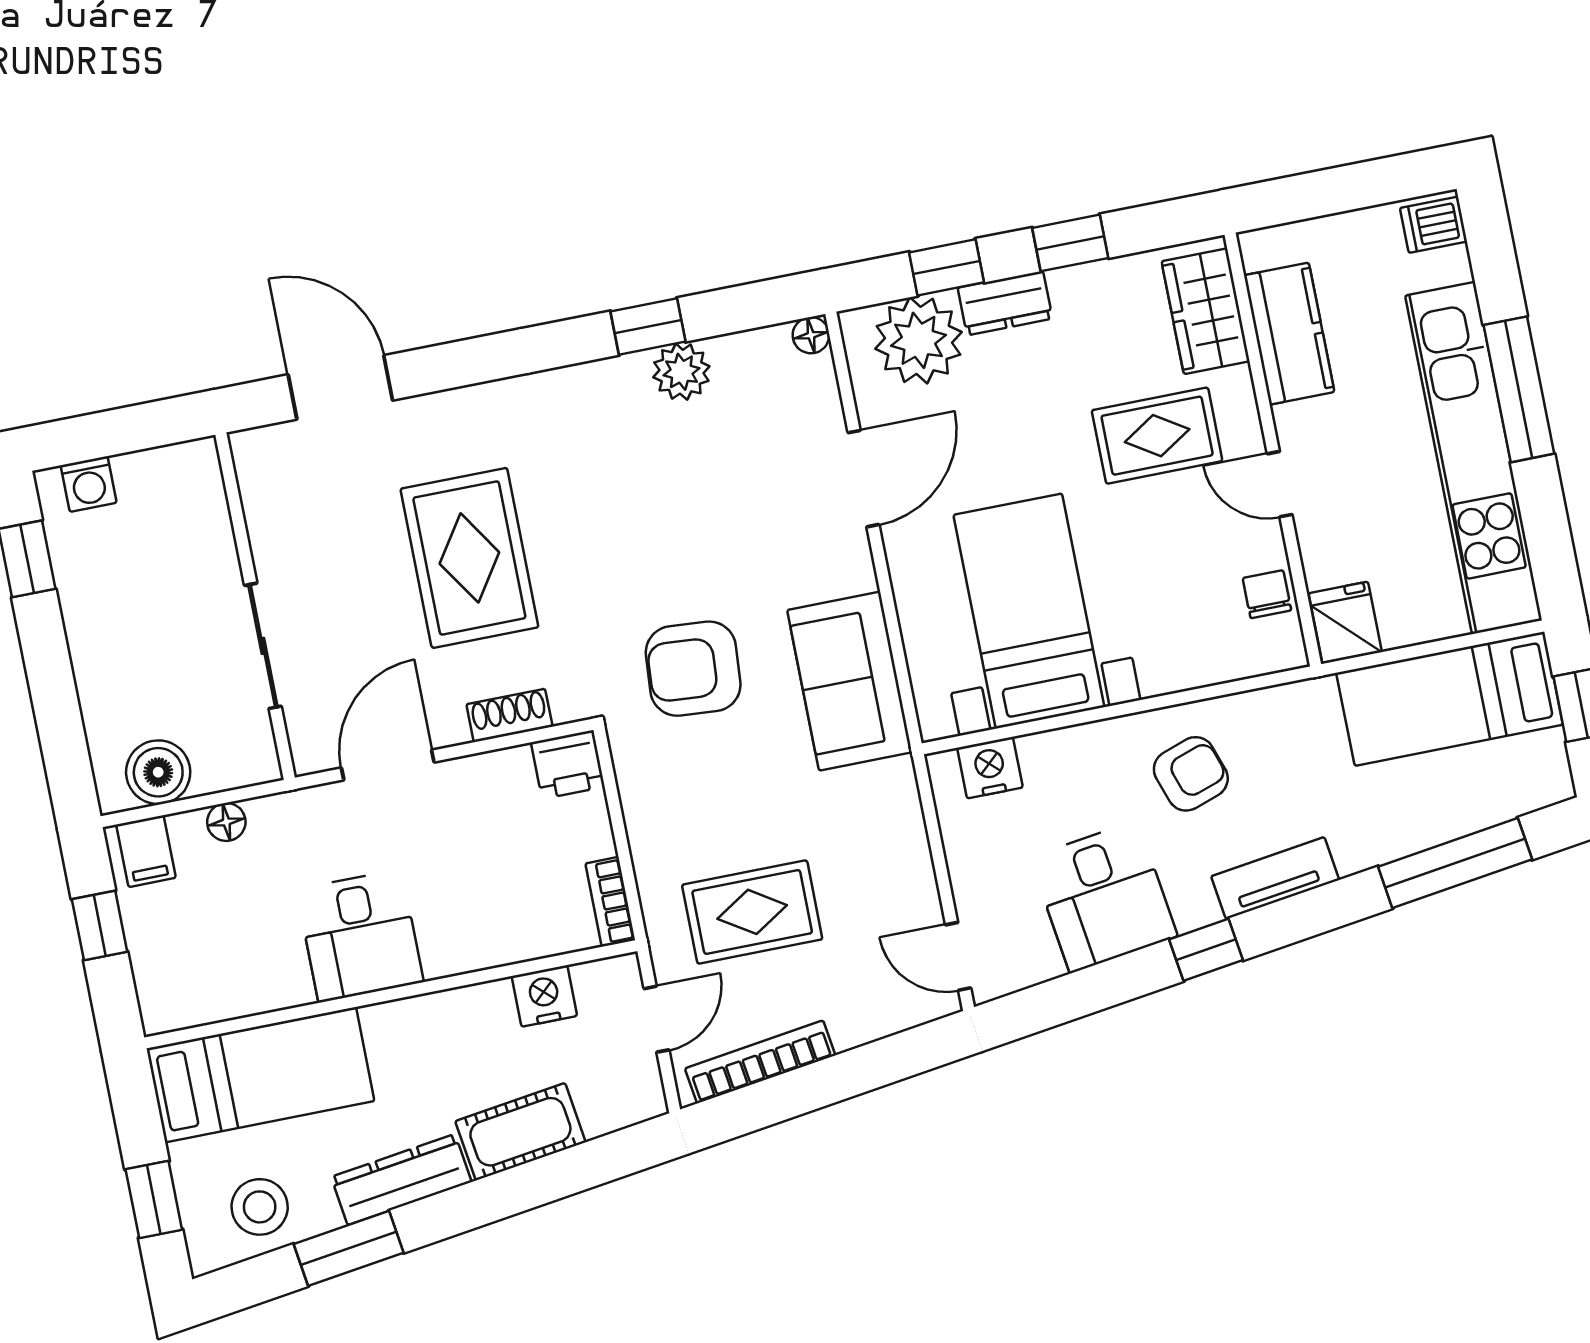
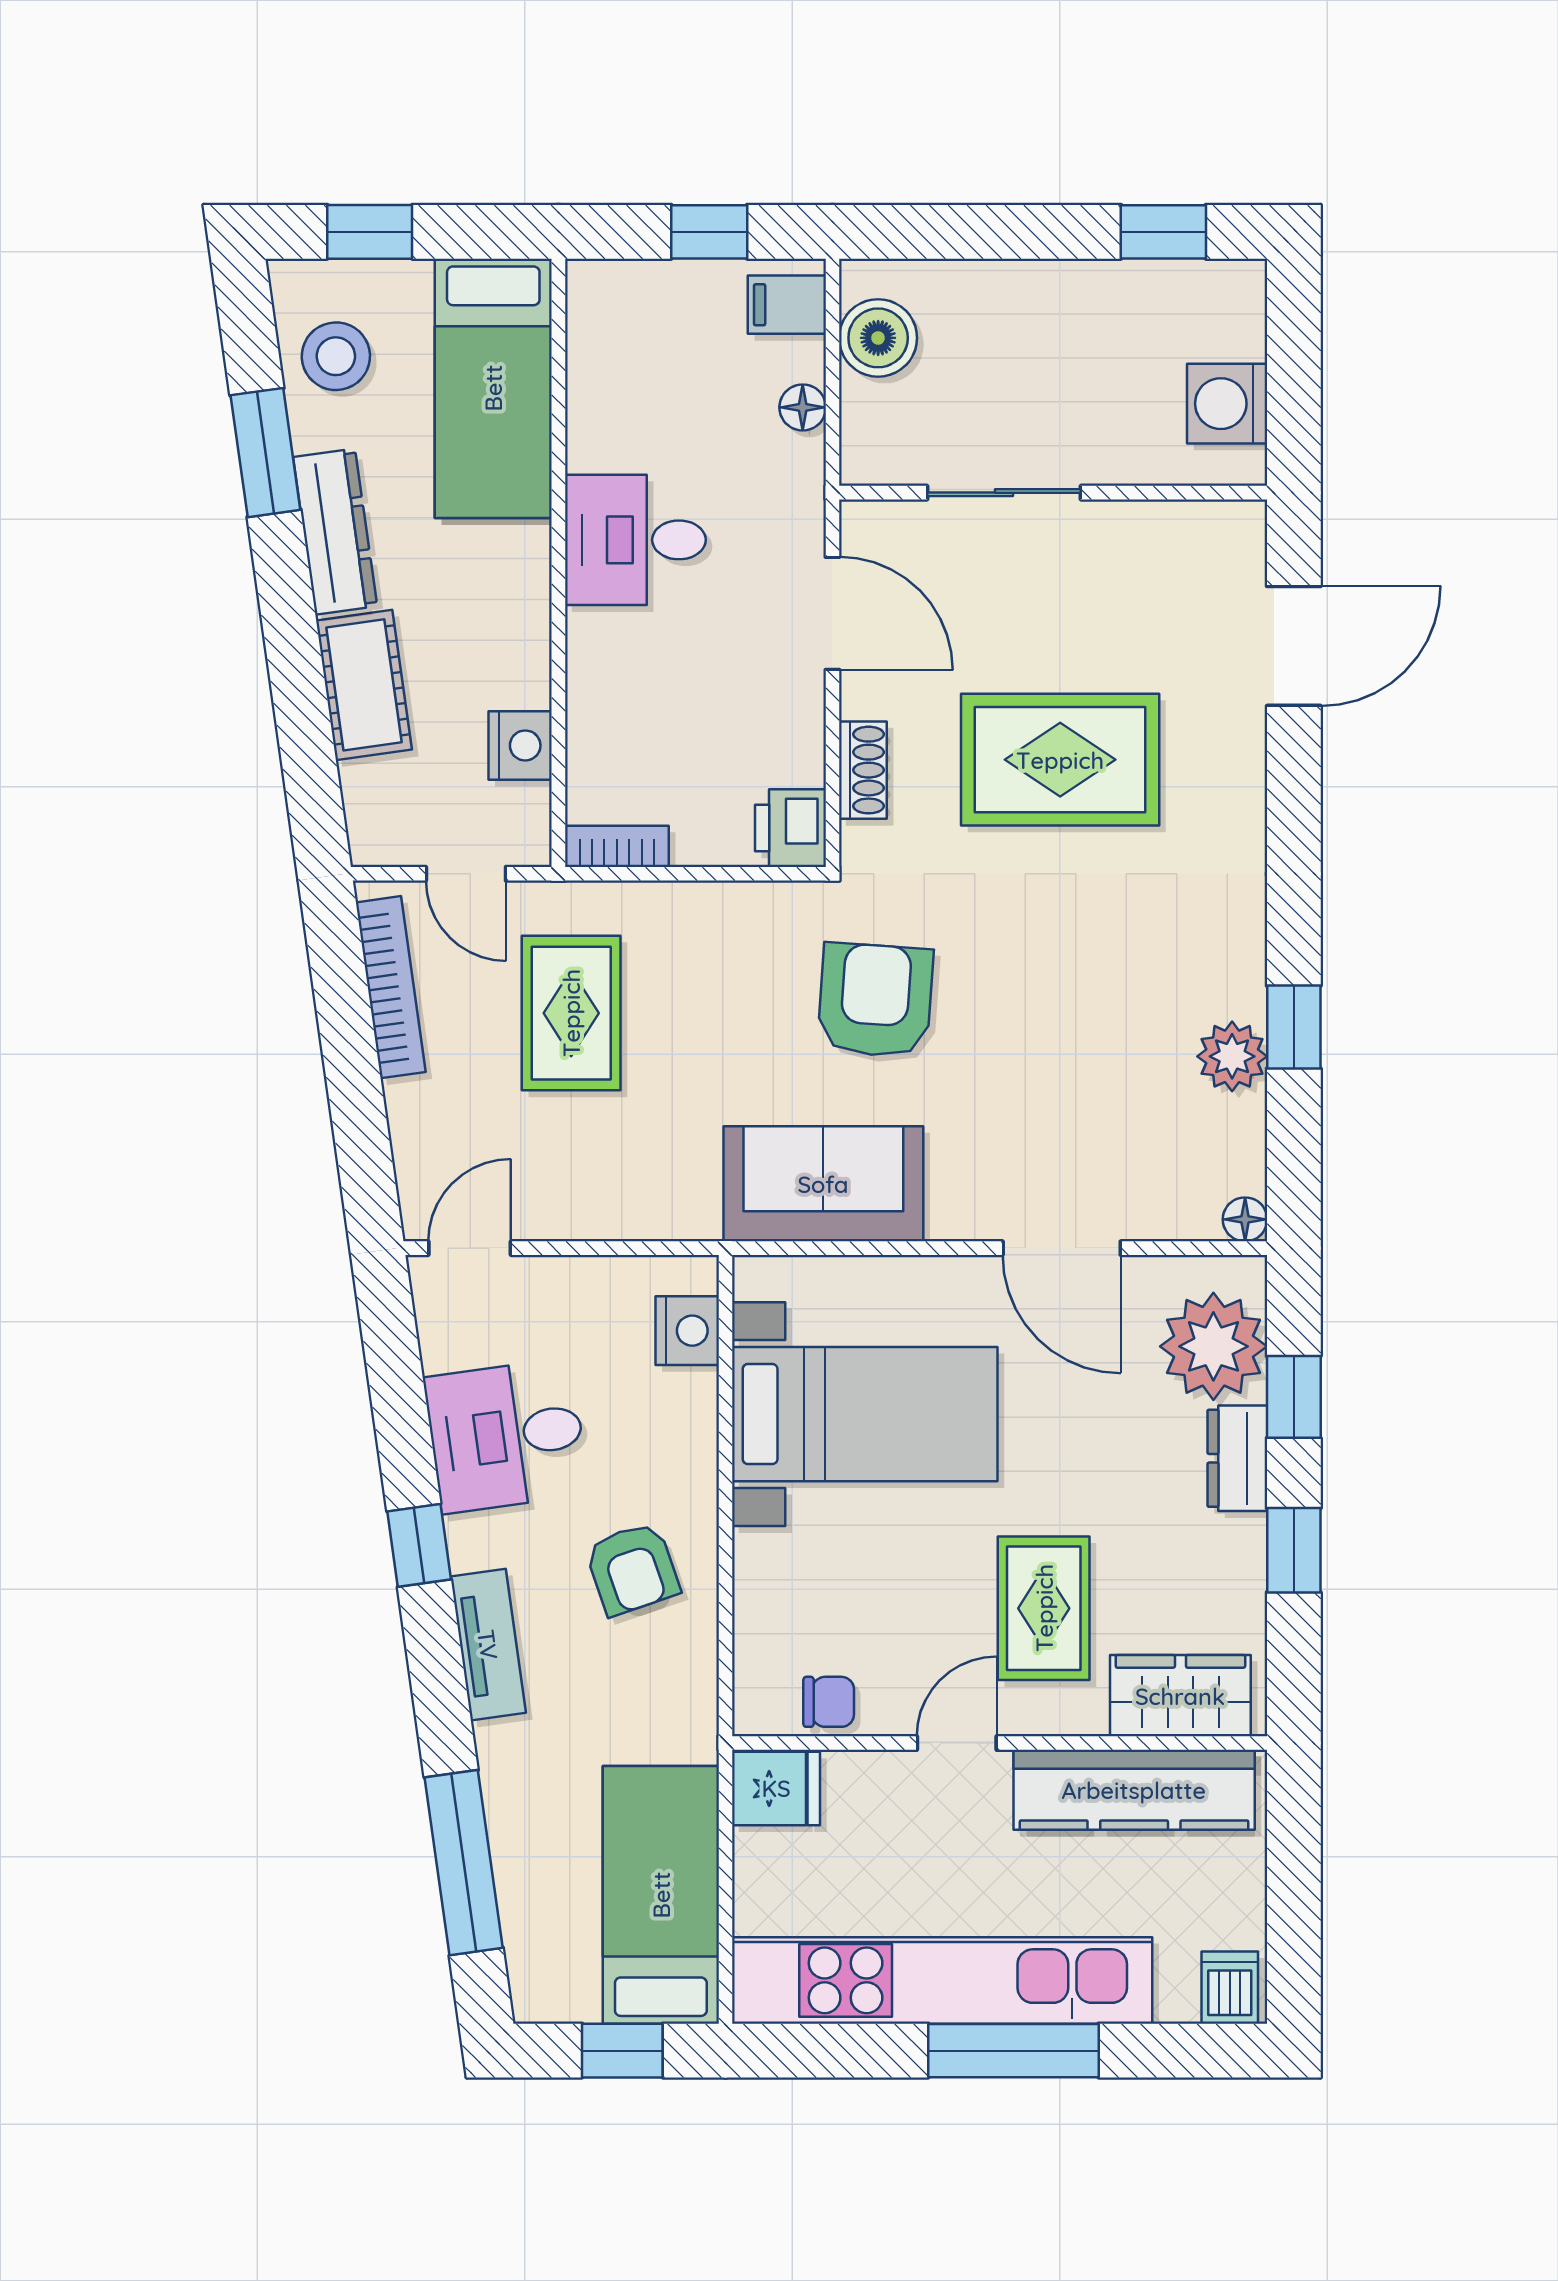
kitchen counter: (1289, 334) -> (1134, 1790), width x1.50
washing machine: (89, 484) -> (1227, 404), moved, width x1.38, depth x1.38

